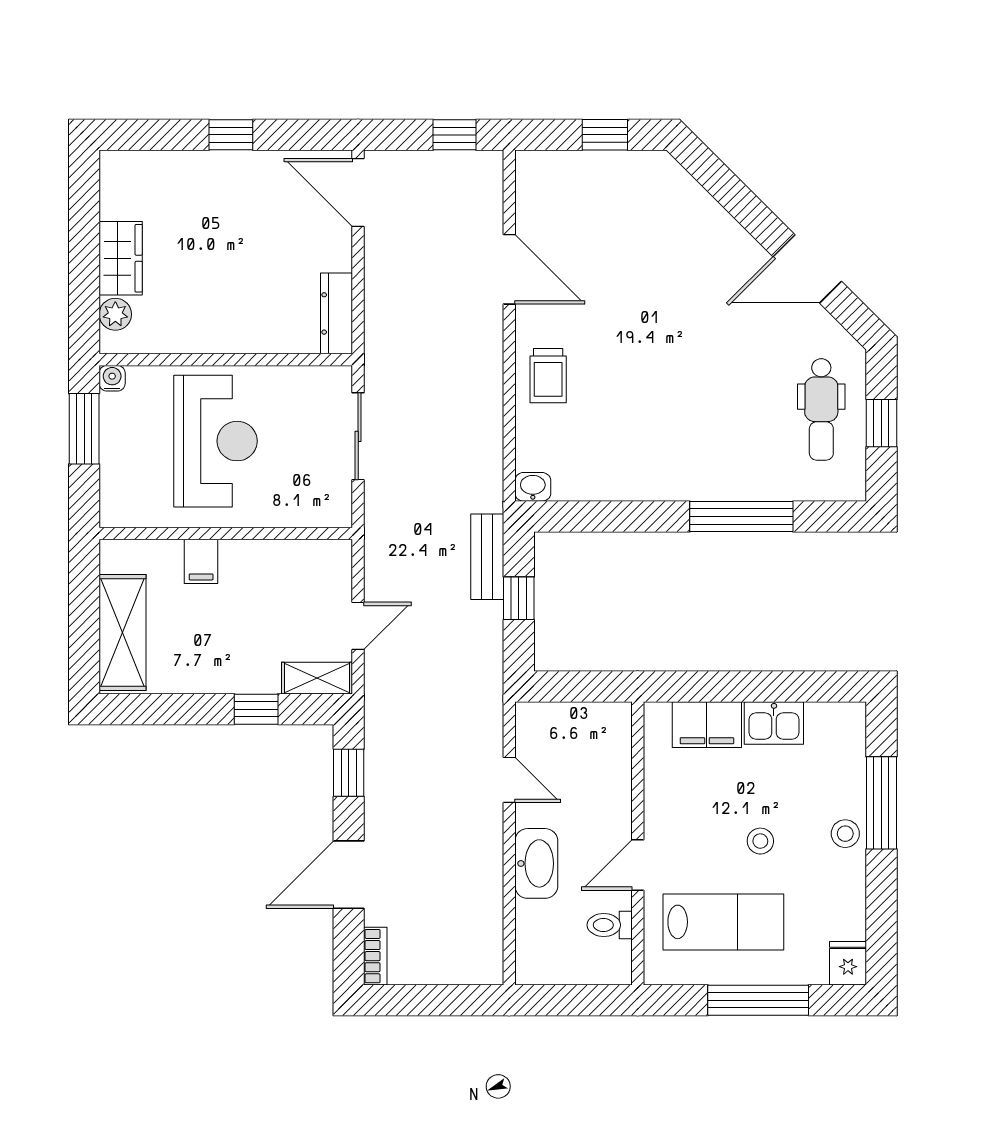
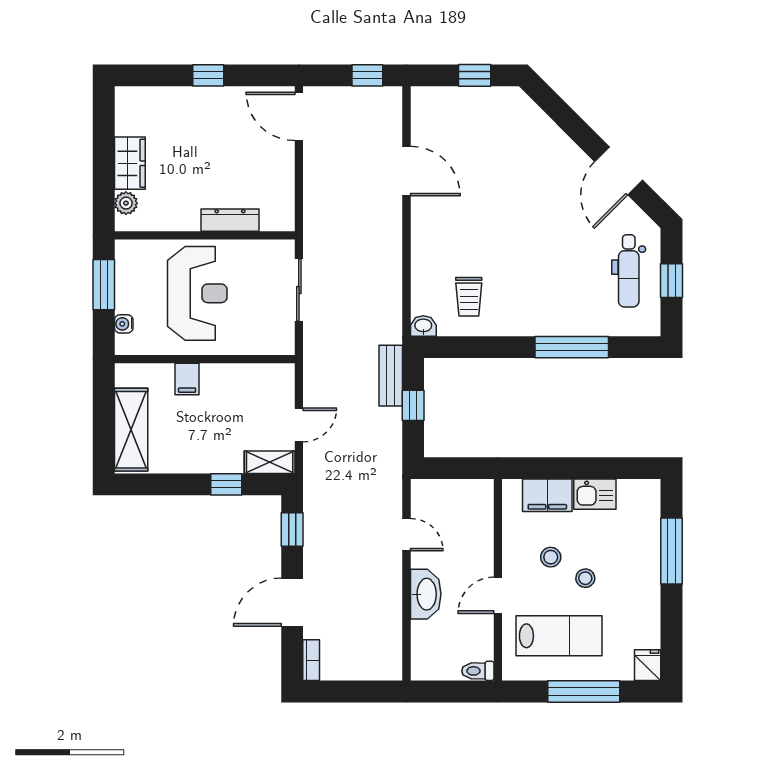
door: (807, 269) -> (619, 171), hinge flipped
dresser: (337, 313) -> (230, 220), moved, turned 90
trolley: (548, 376) -> (469, 297), moved
water cooler: (112, 378) -> (124, 324), moved, turned -90
stool: (845, 834) -> (551, 557), moved
toilet: (610, 925) -> (478, 671), moved

